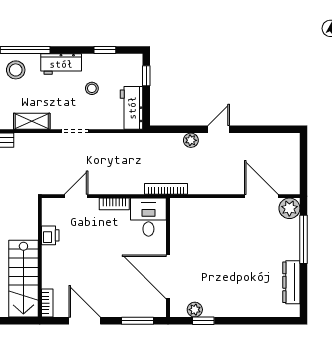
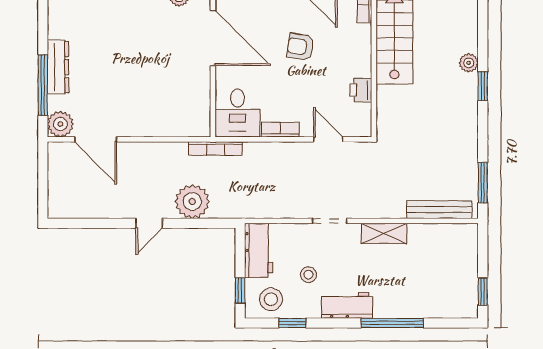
stool: (16, 70) -> (271, 299), moved
plant: (191, 140) -> (192, 201), width x1.87, depth x1.87
door: (76, 196) -> (328, 139), swing flipped
armchair: (98, 270) -> (301, 47), added
dresser: (291, 282) -> (58, 67), moved

